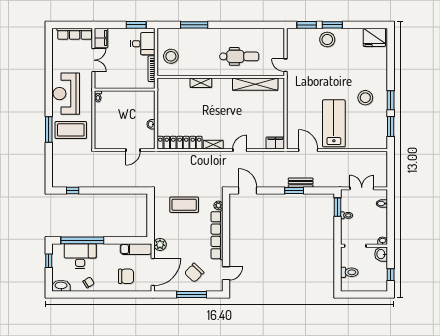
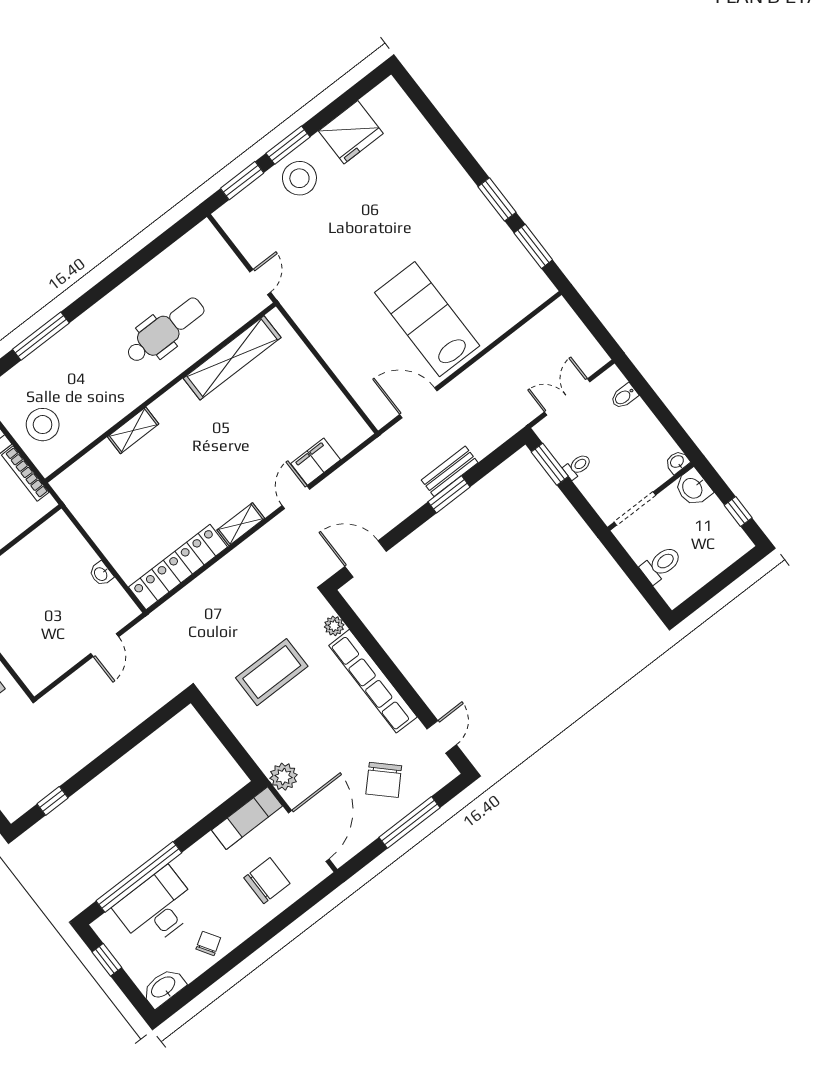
fridge: (374, 37) -> (351, 132), moved
door: (285, 65) -> (260, 282), swing flipped
stool: (365, 98) -> (448, 230), removed
filing cabinet: (275, 143) -> (316, 462), moved

